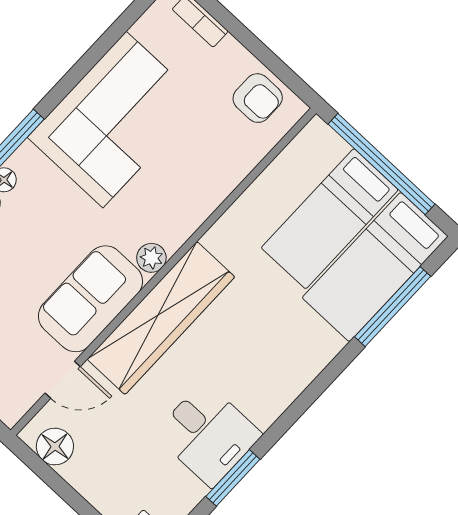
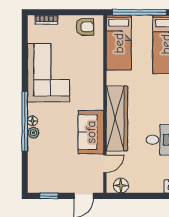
bed: (330, 219) -> (119, 43), moved
plant: (151, 258) -> (98, 103), removed

